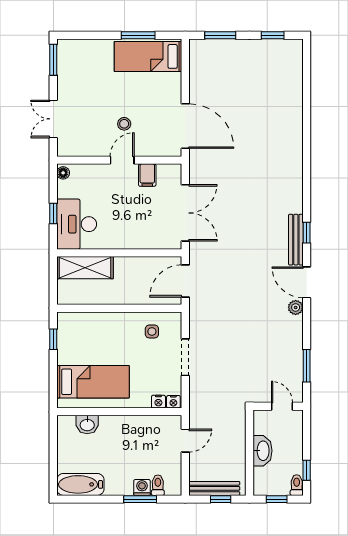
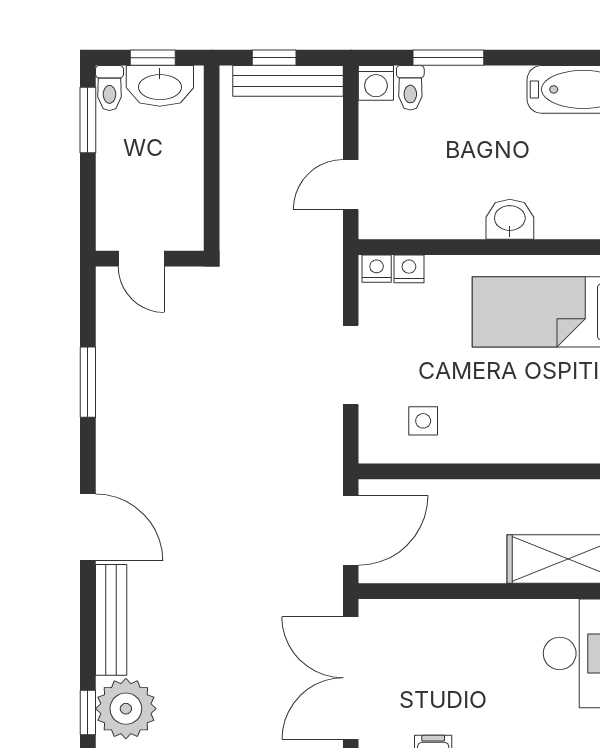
window: (307, 233) -> (88, 712), moved
plant: (296, 307) -> (126, 709), moved, width x1.87, depth x1.87
window: (307, 366) -> (88, 382), moved
washbasin: (87, 425) -> (510, 219), moved
washbasin: (263, 451) -> (160, 86), moved, turned -90
window: (307, 470) -> (88, 120), width x1.50
washing machine: (142, 487) -> (376, 83), moved

